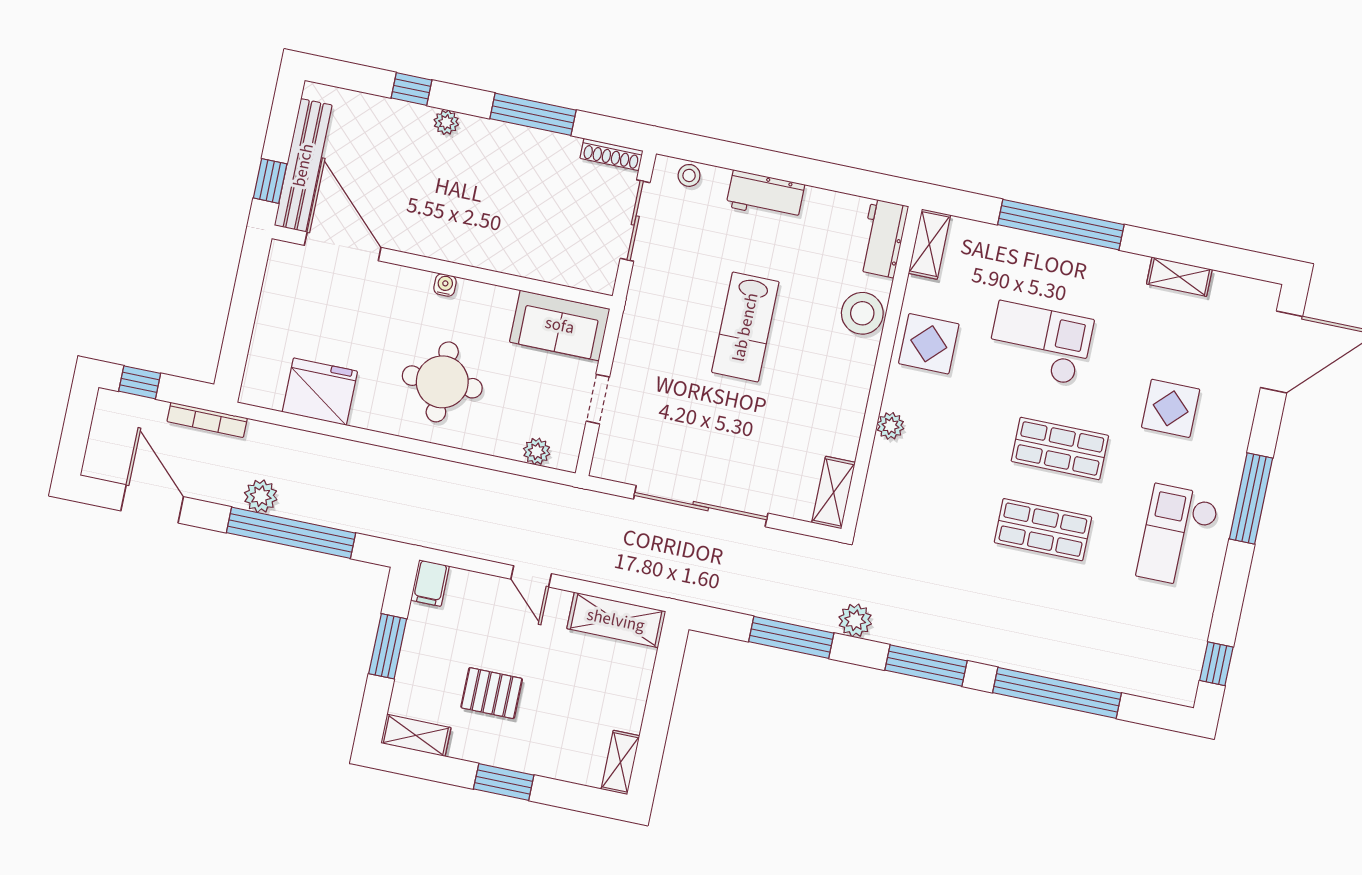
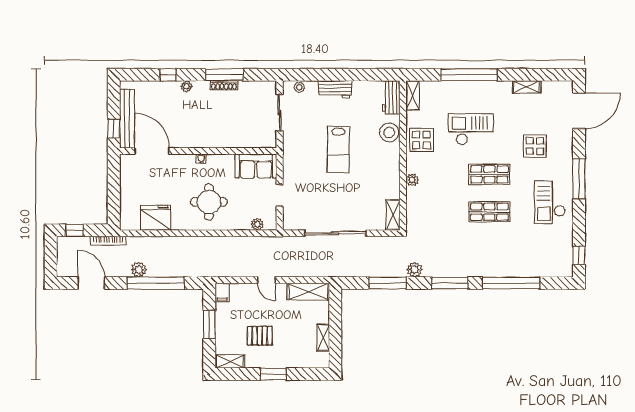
shoe rack: (611, 154) -> (224, 85), moved
shelving: (620, 762) -> (323, 338), moved

